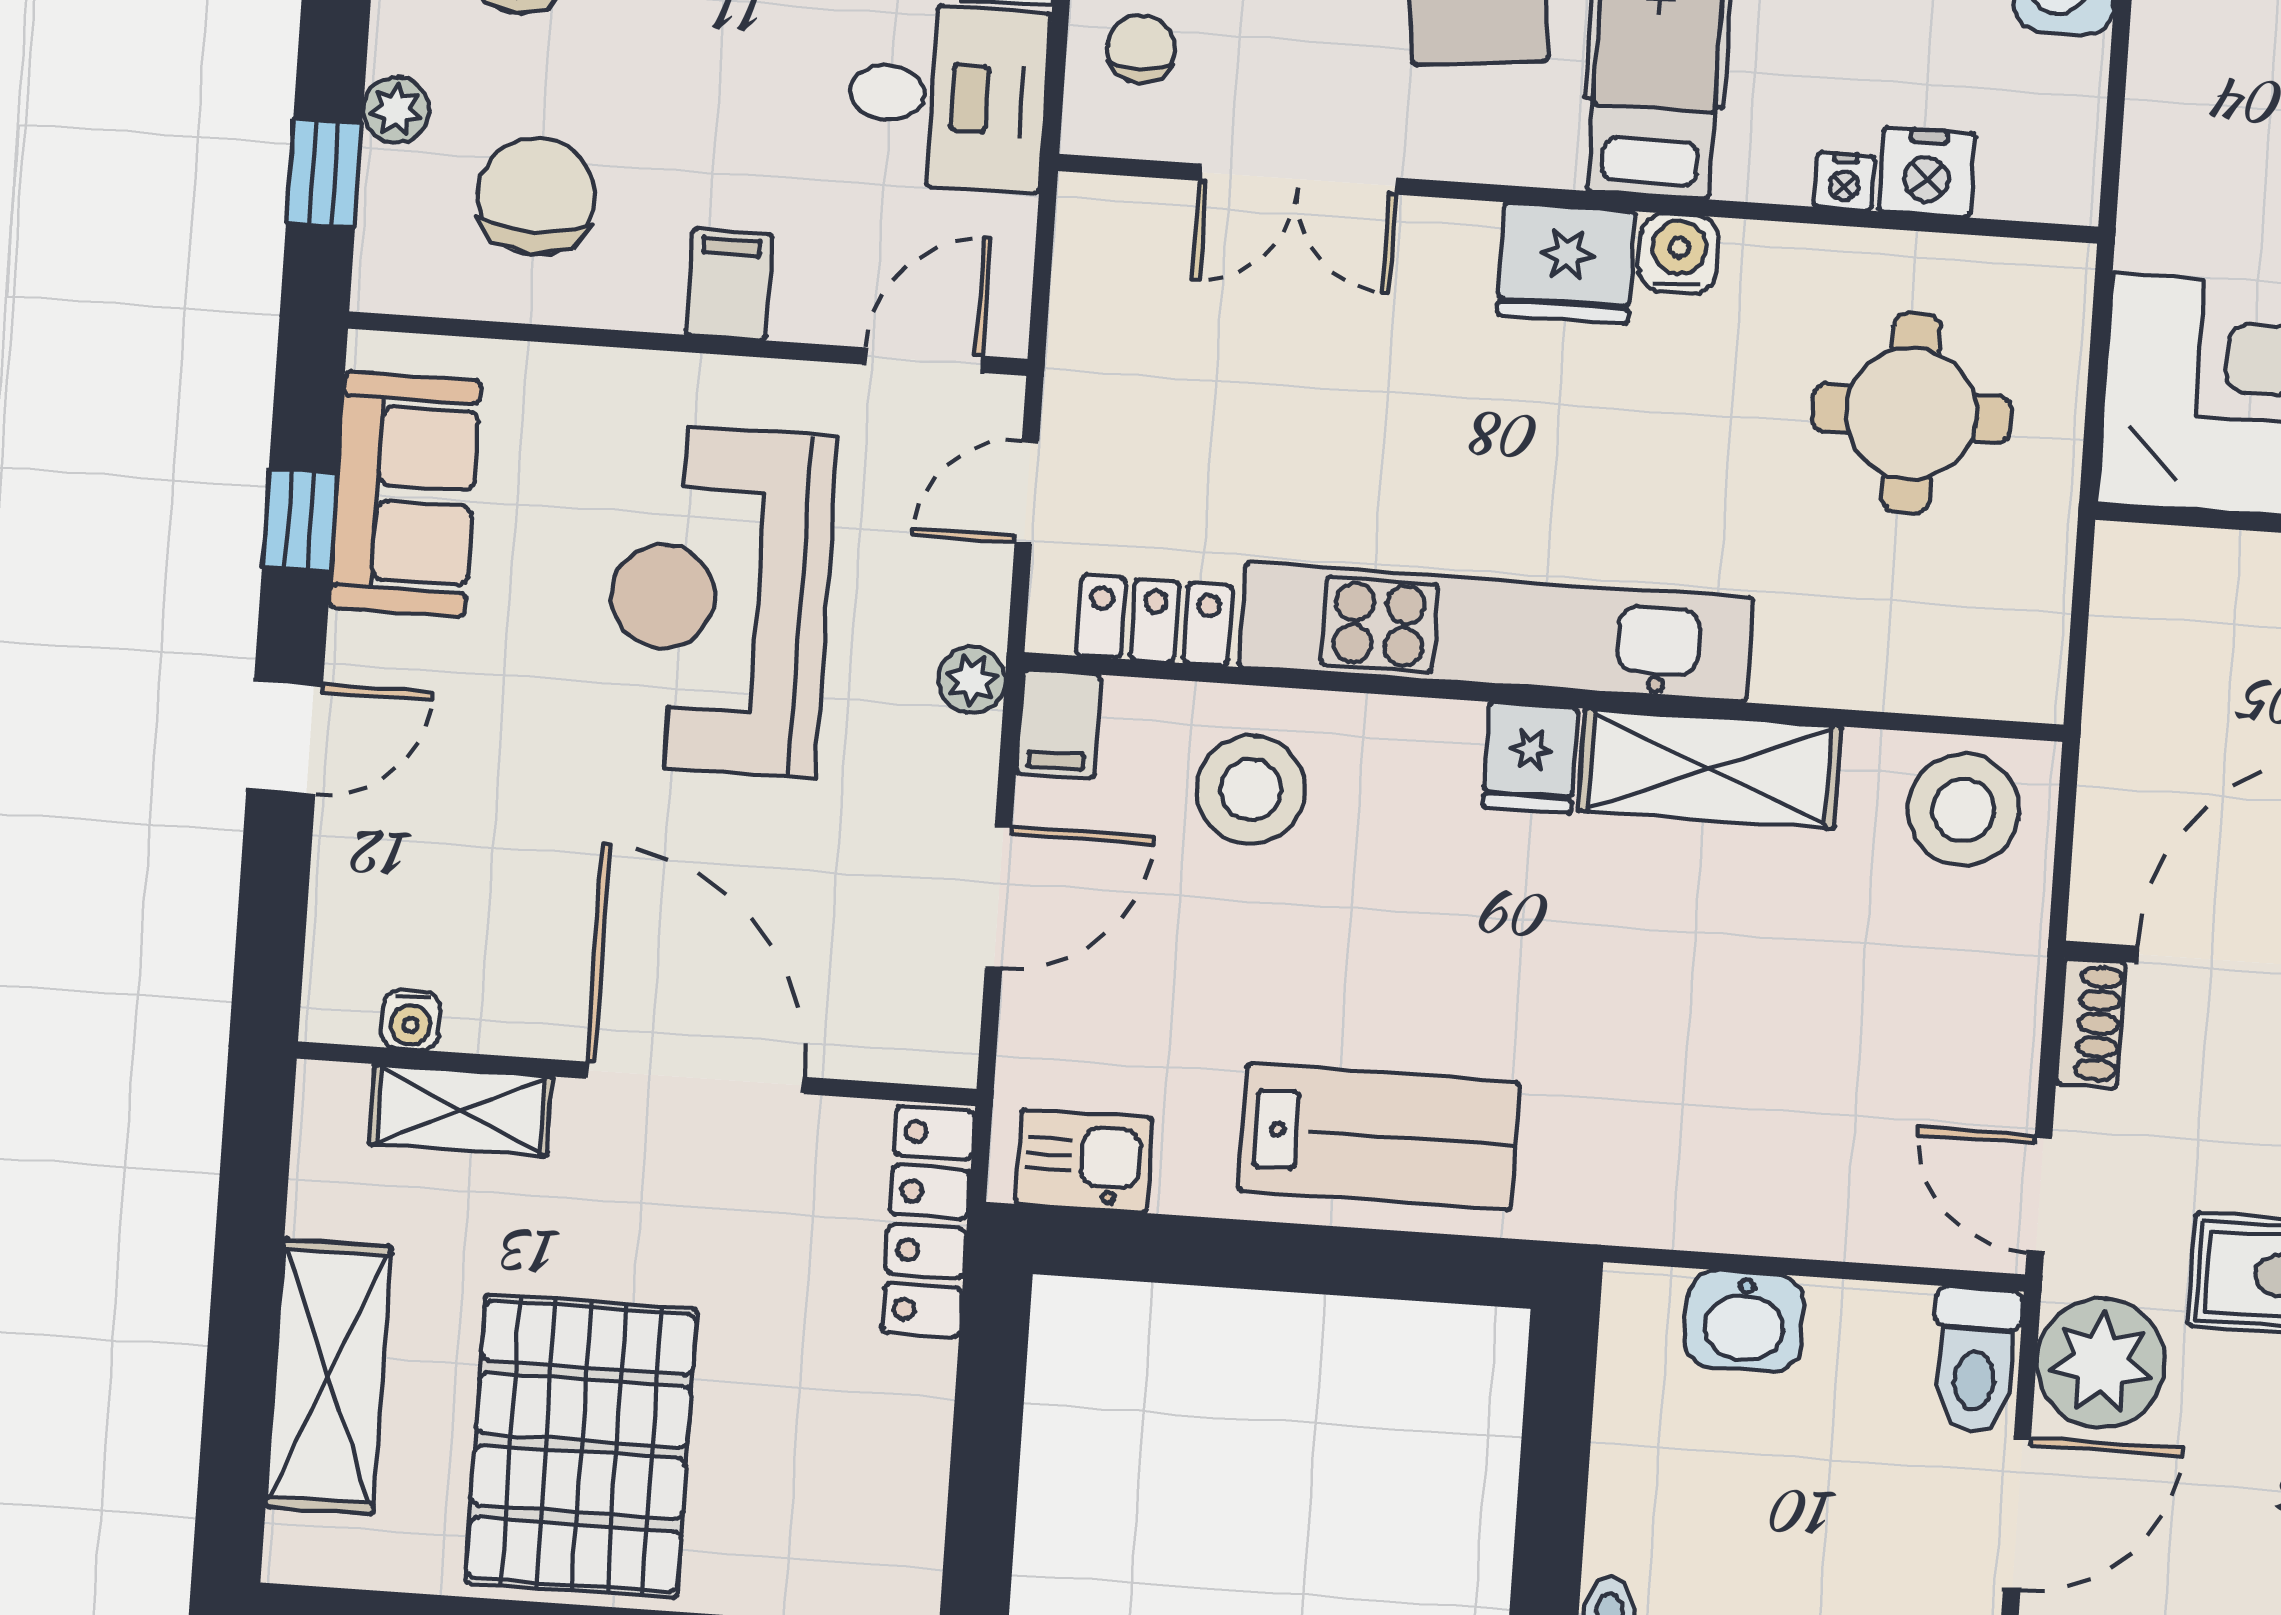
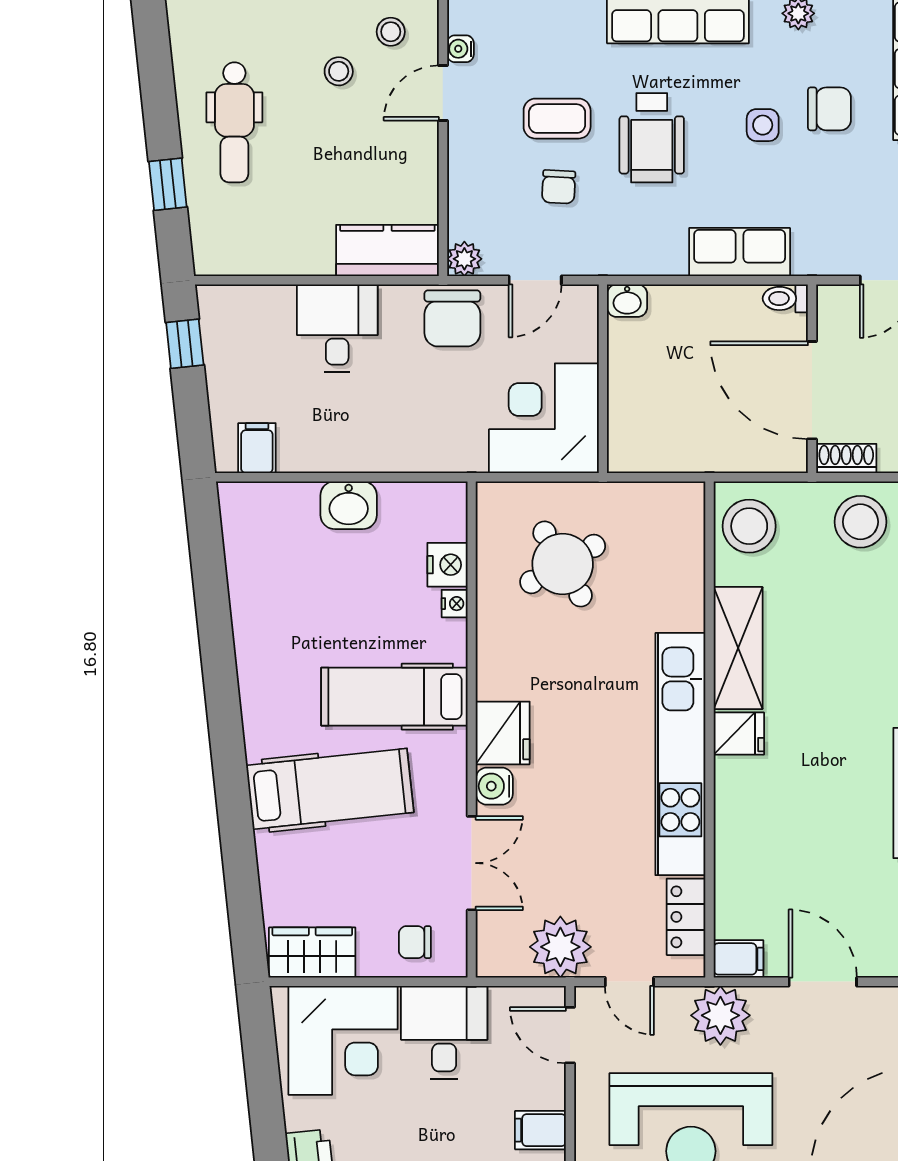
water cooler: (1679, 254) -> (494, 786), moved
plant: (1110, 353) -> (560, 947), added
round table: (1911, 414) -> (563, 564), turned -30
plant: (972, 680) -> (720, 1015), width x1.88, depth x1.88
stool: (1251, 790) -> (860, 522), moved

